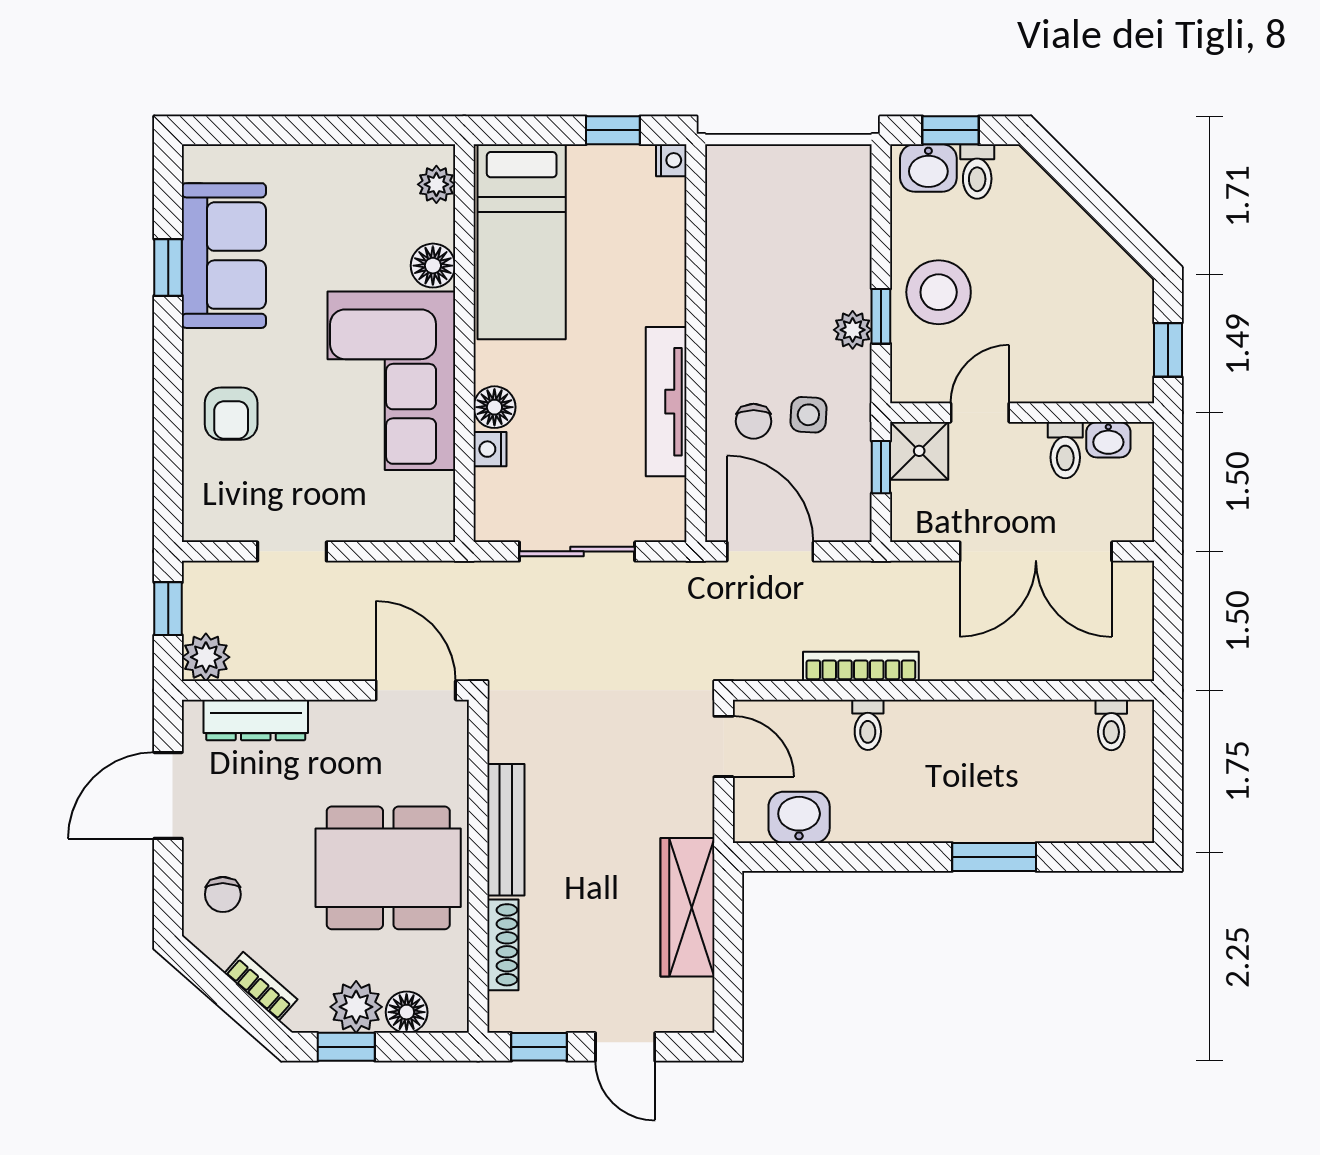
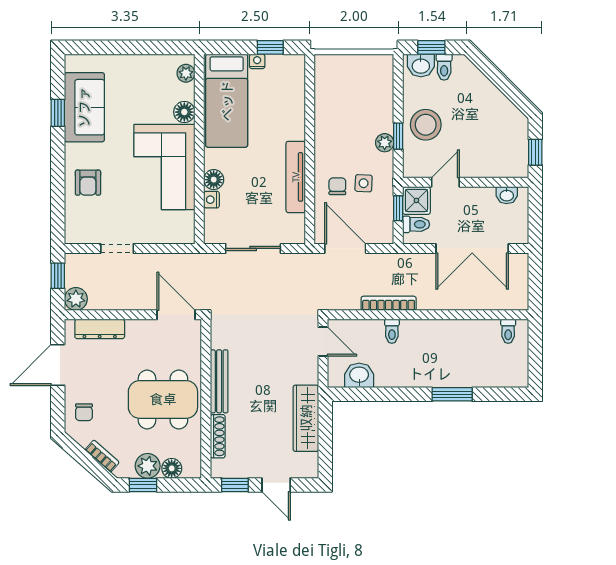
nightstand: (671, 160) -> (257, 61), moved, turned -90
chair: (754, 421) -> (337, 186), turned 180
toilet: (1065, 450) -> (416, 224), moved, turned -90

